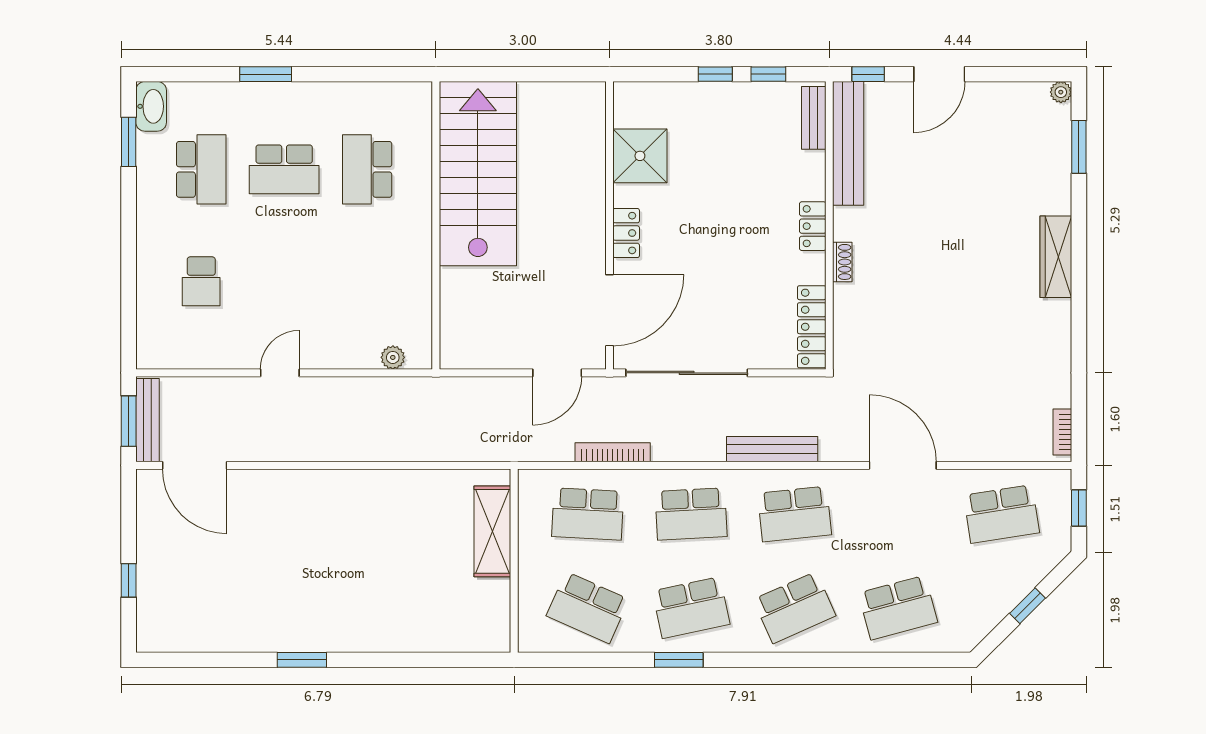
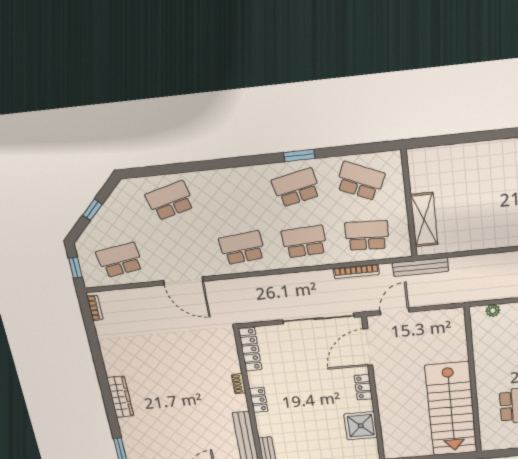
bench: (772, 449) -> (420, 267), moved
school desk: (795, 608) -> (233, 194), removed

